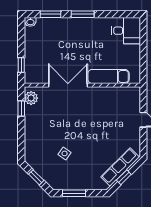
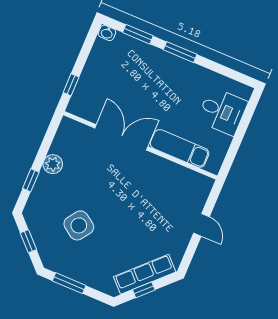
desk: (126, 31) -> (222, 111), moved
plant: (31, 98) -> (53, 164), moved
window: (21, 108) -> (31, 180), moved
side table: (65, 153) -> (79, 225), width x1.87, depth x1.87

